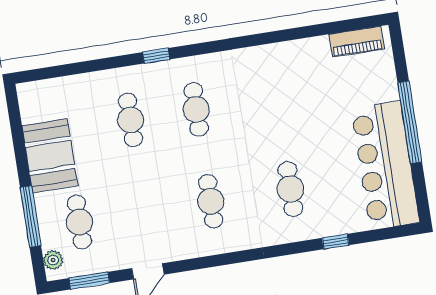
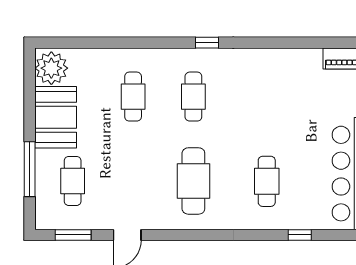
window: (156, 56) -> (207, 43), moved
cafe table: (211, 201) -> (193, 181), width x1.37, depth x1.35
plant: (53, 260) -> (51, 68), moved, width x1.88, depth x1.88

